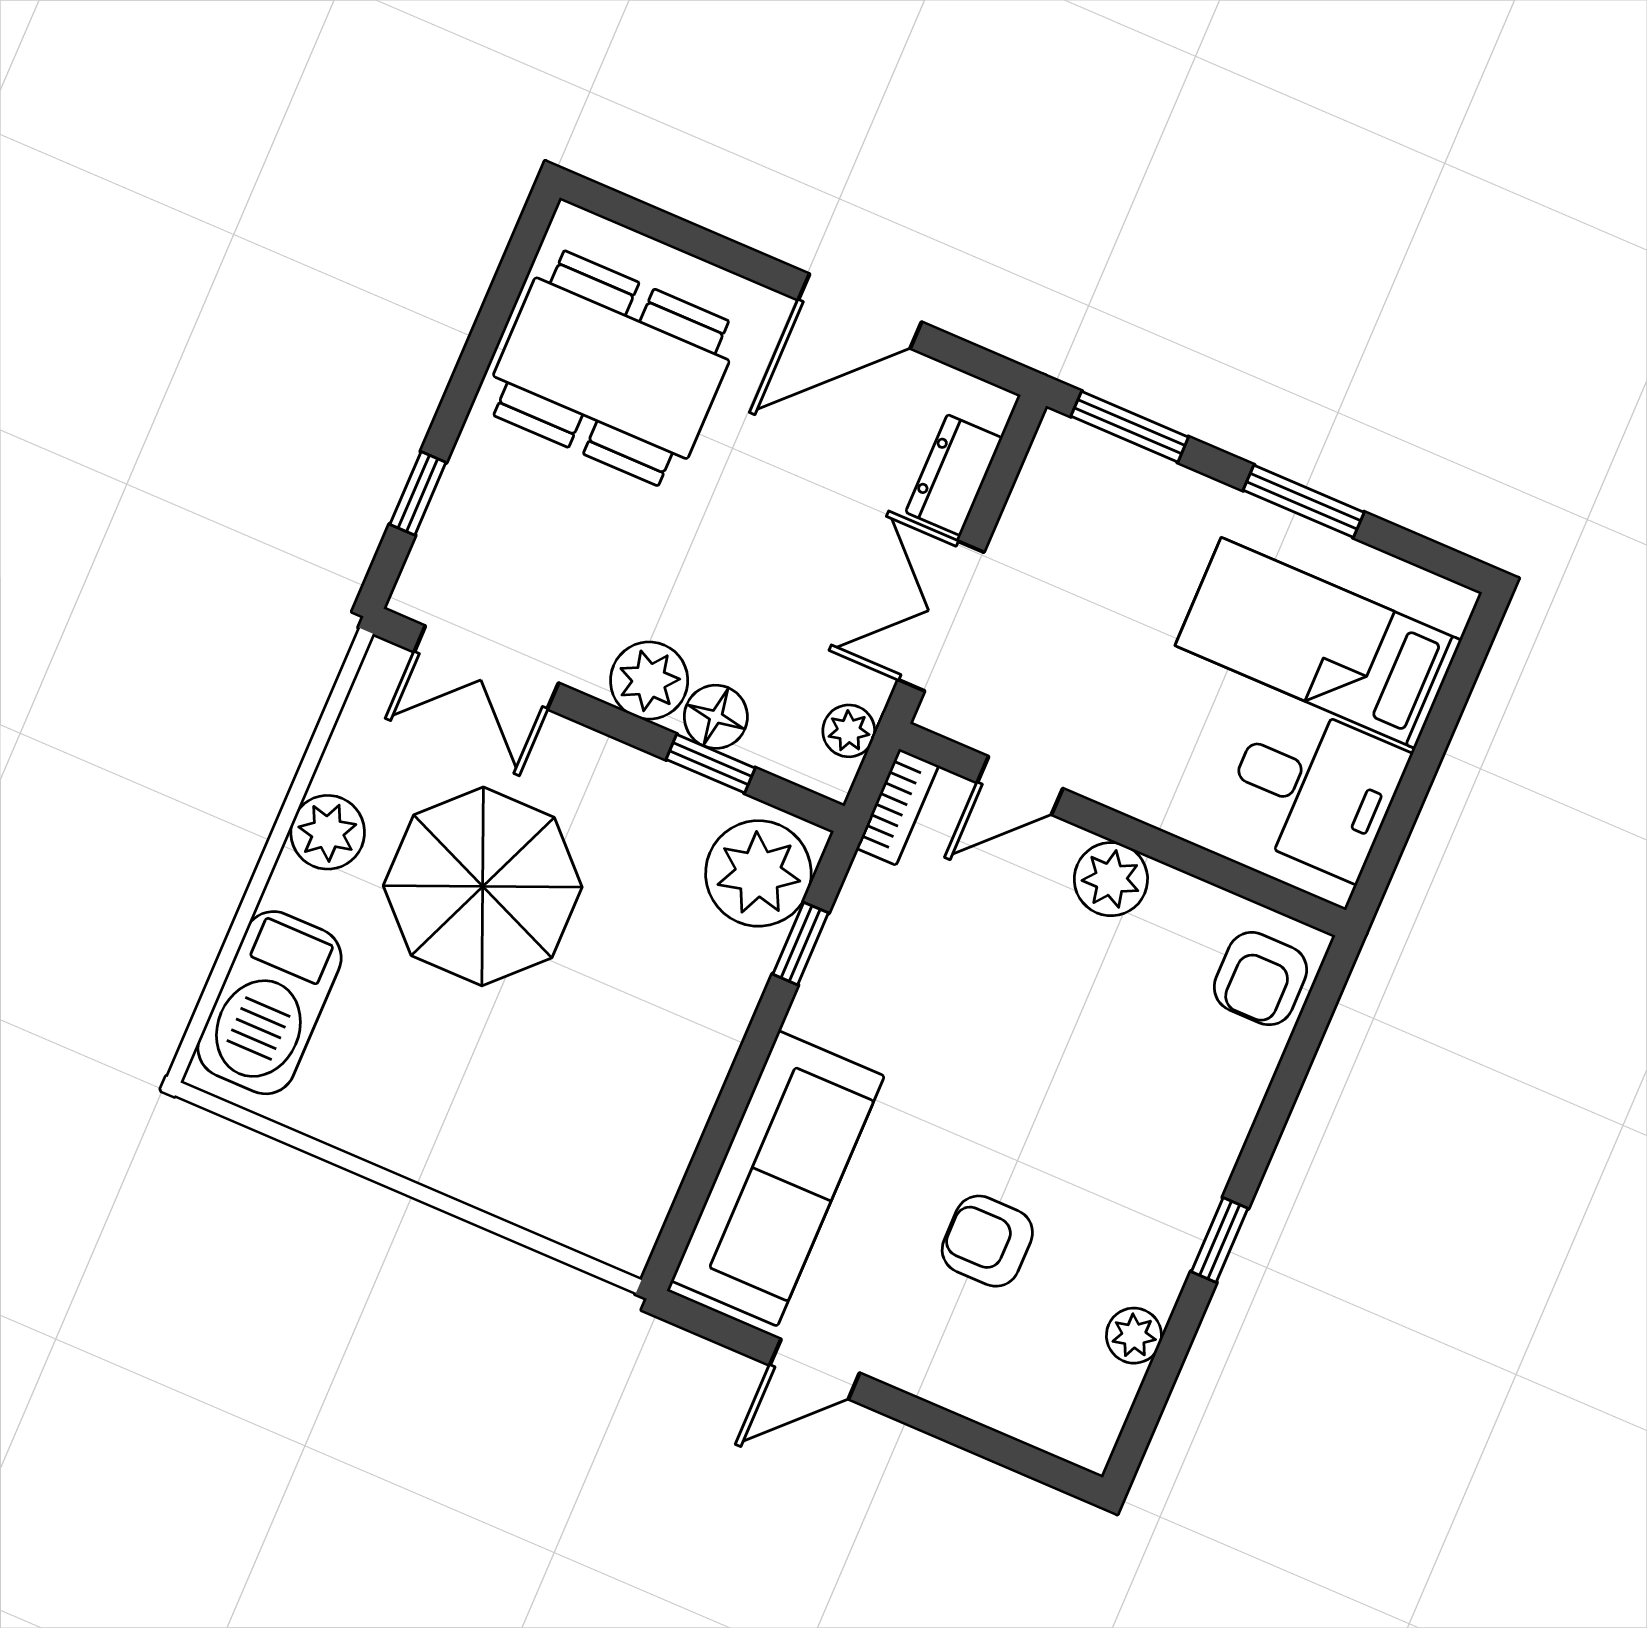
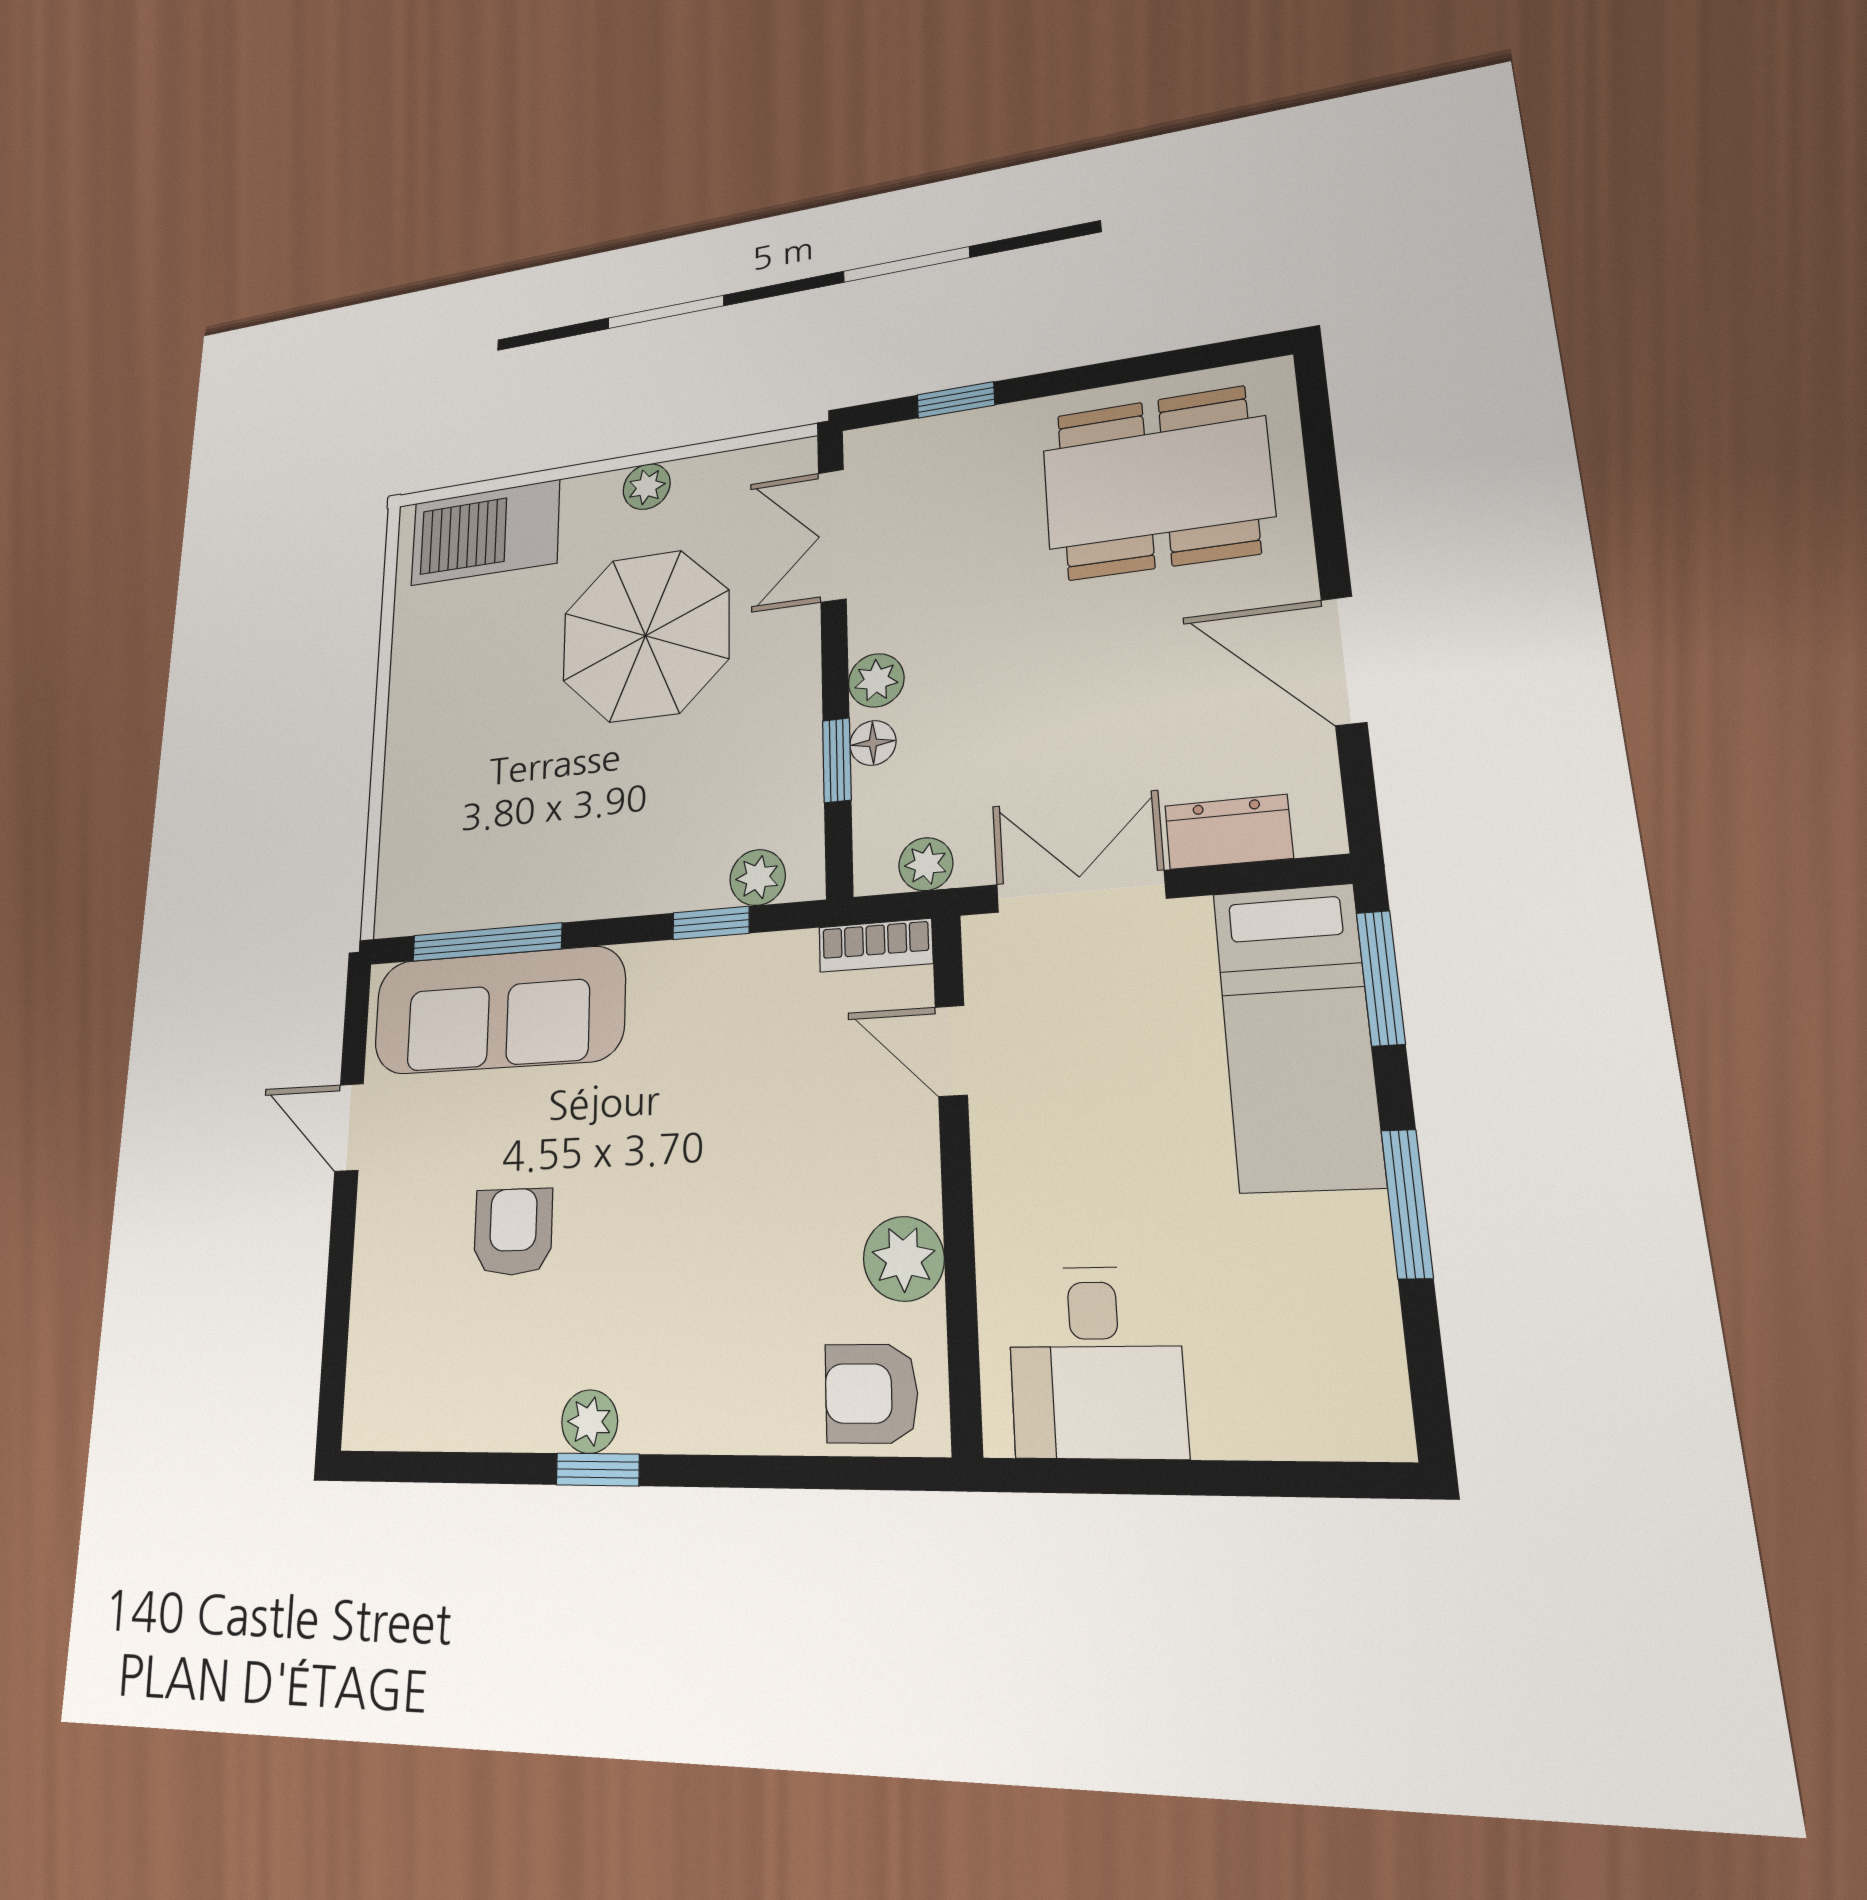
dining table: (611, 368) -> (1157, 483), turned 90
bed: (1318, 643) -> (1297, 1036), moved, turned 180
plant: (649, 681) -> (876, 680), width x0.73, depth x0.73
floor lamp: (716, 717) -> (873, 743), width x0.73, depth x0.73
plant: (328, 832) -> (647, 487), width x0.73, depth x0.73
plant: (758, 873) -> (758, 877), width x0.53, depth x0.53
plant: (1111, 879) -> (904, 1259), moved
window: (706, 1165) -> (487, 942), added
plant: (1134, 1336) -> (590, 1422), moved

